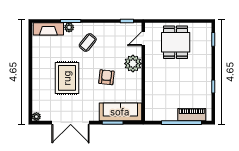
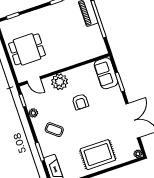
plant: (69, 27) -> (33, 113), moved
armchair: (106, 77) -> (80, 102), turned -96
rug: (67, 78) -> (98, 155), moved
sofa: (120, 112) -> (106, 73), width x0.73

